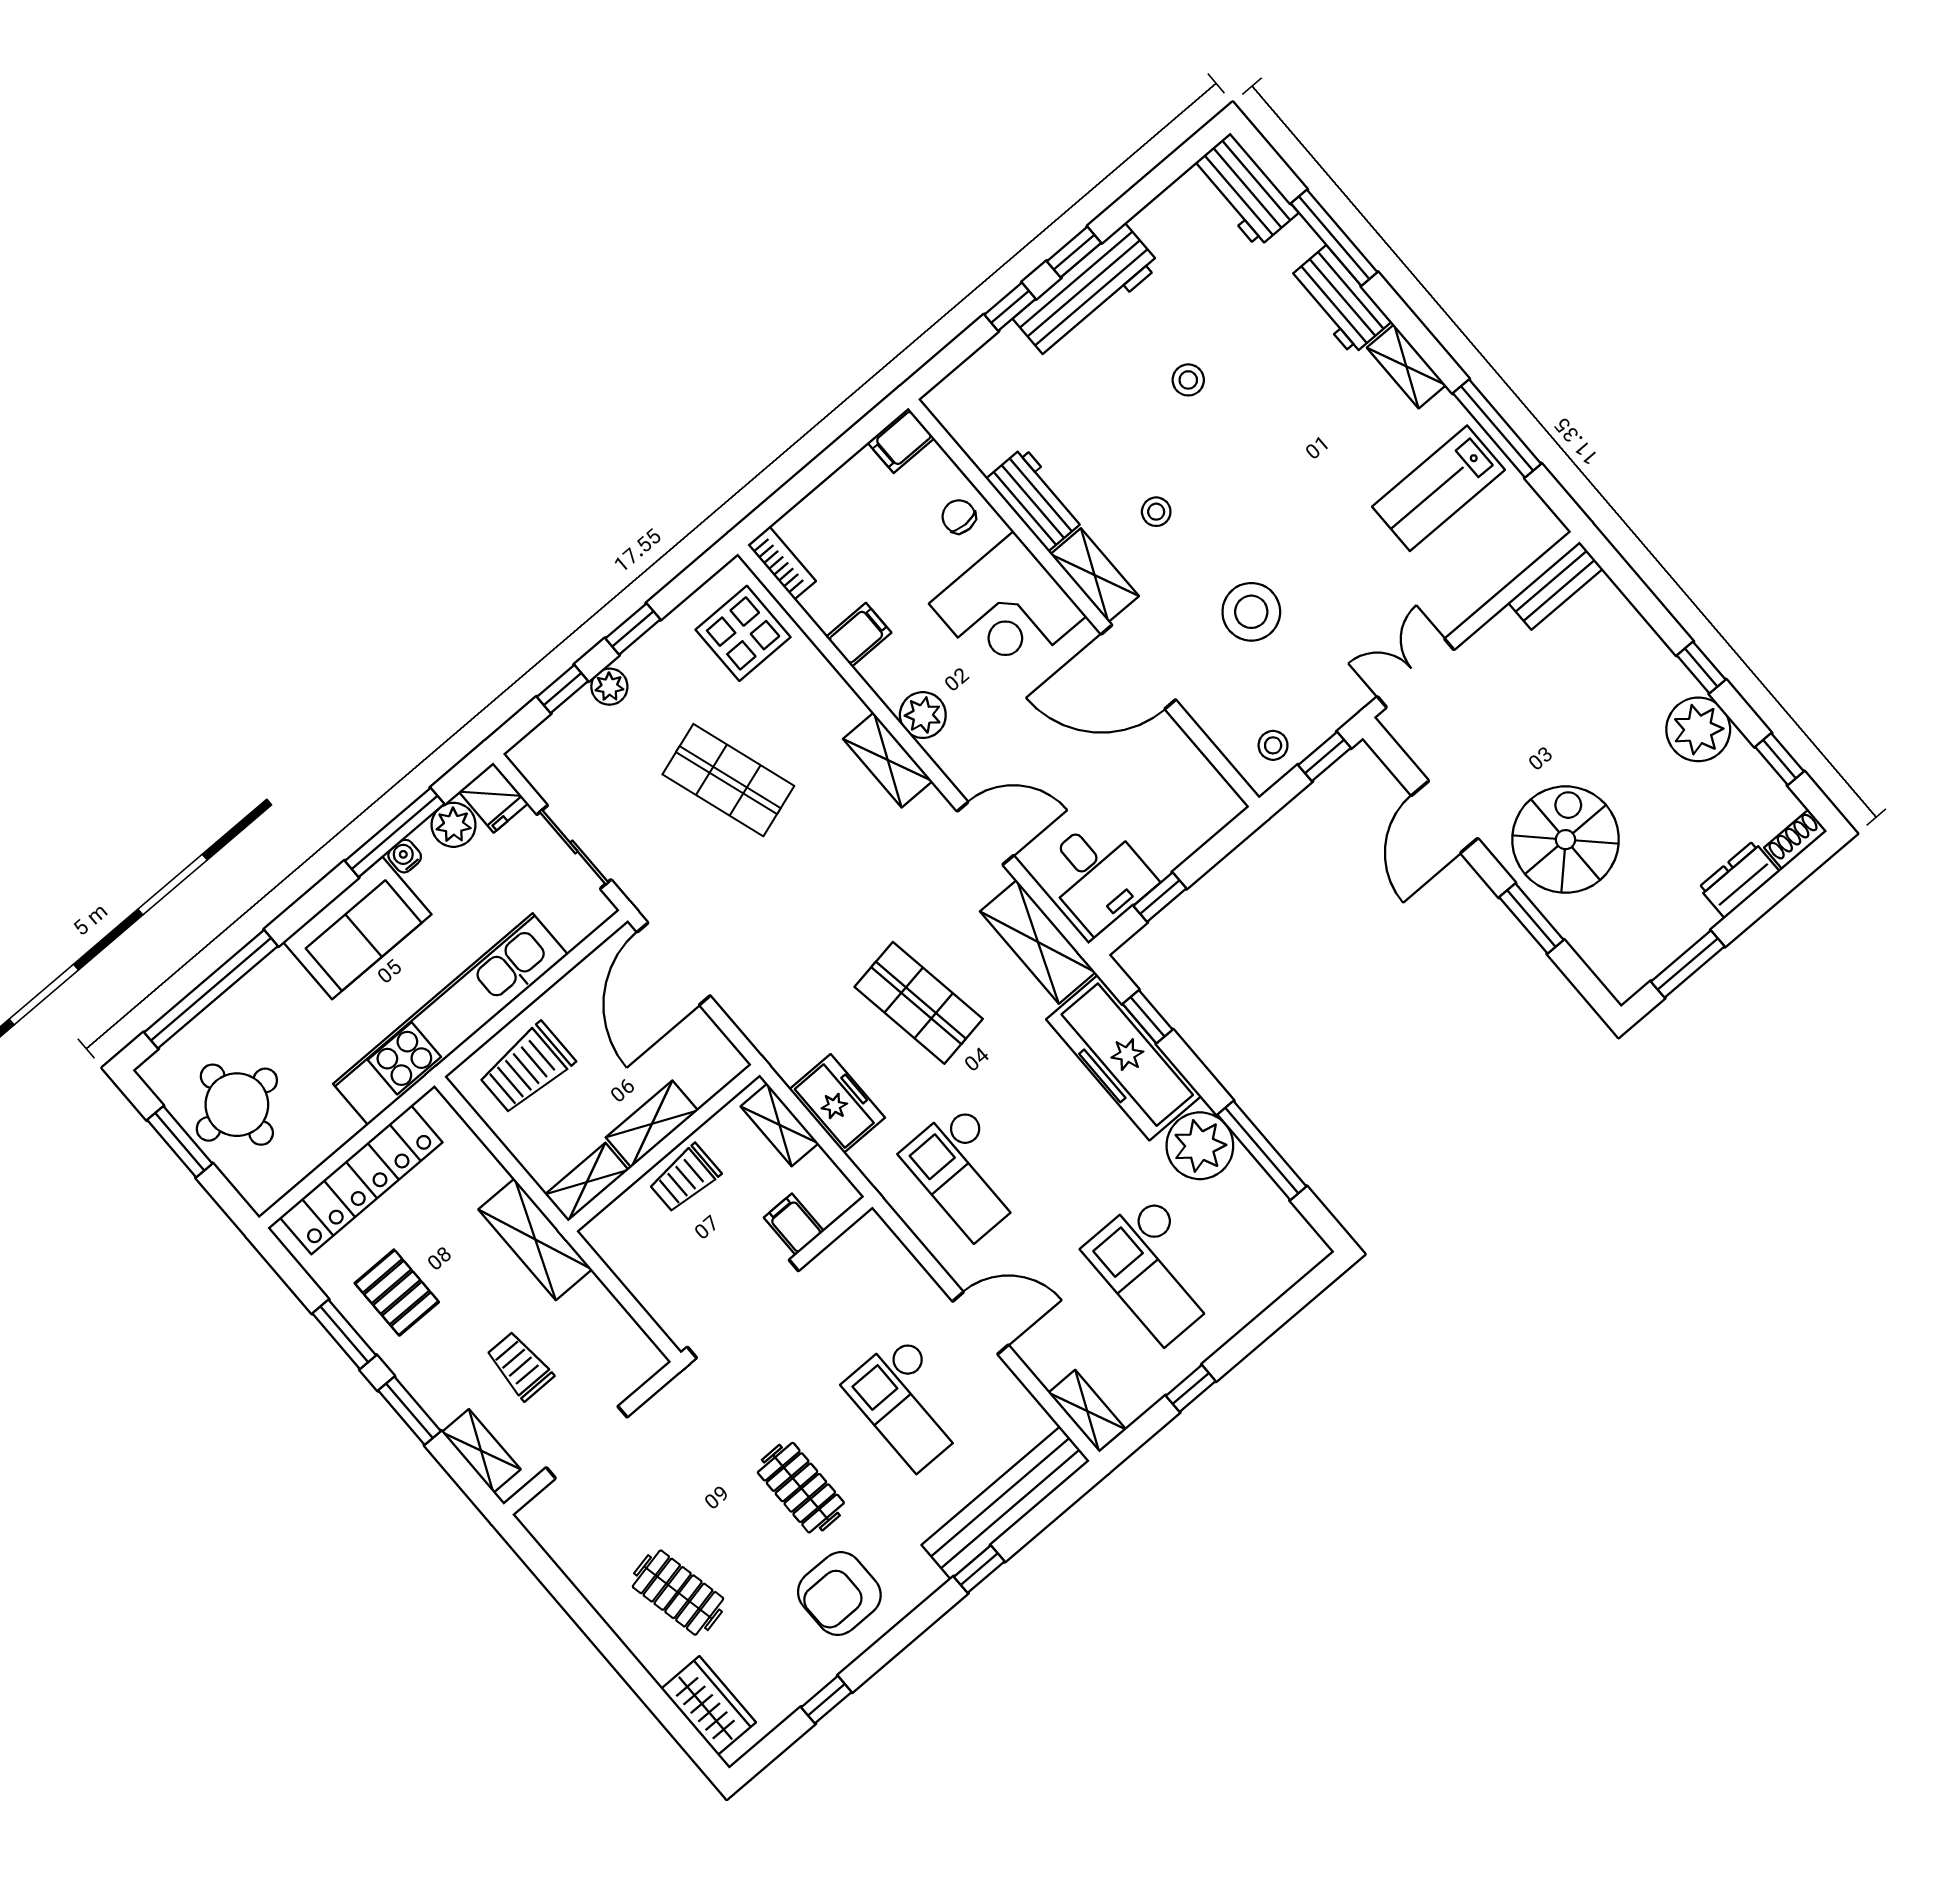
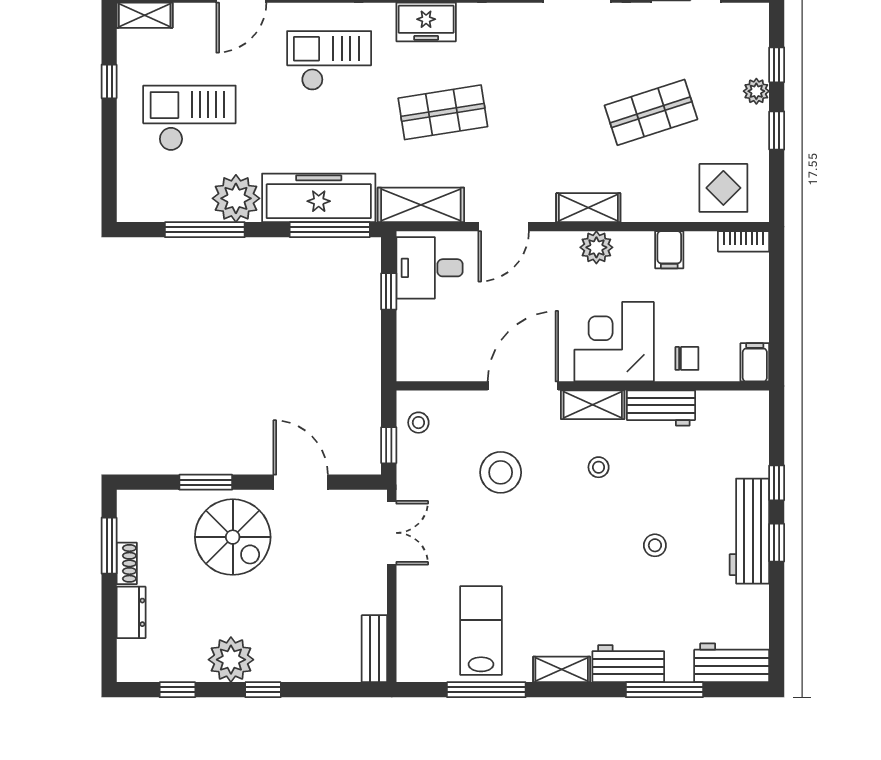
shoe rack: (1795, 839) -> (127, 563), moved
window: (1148, 1017) -> (330, 230), width x2.17

